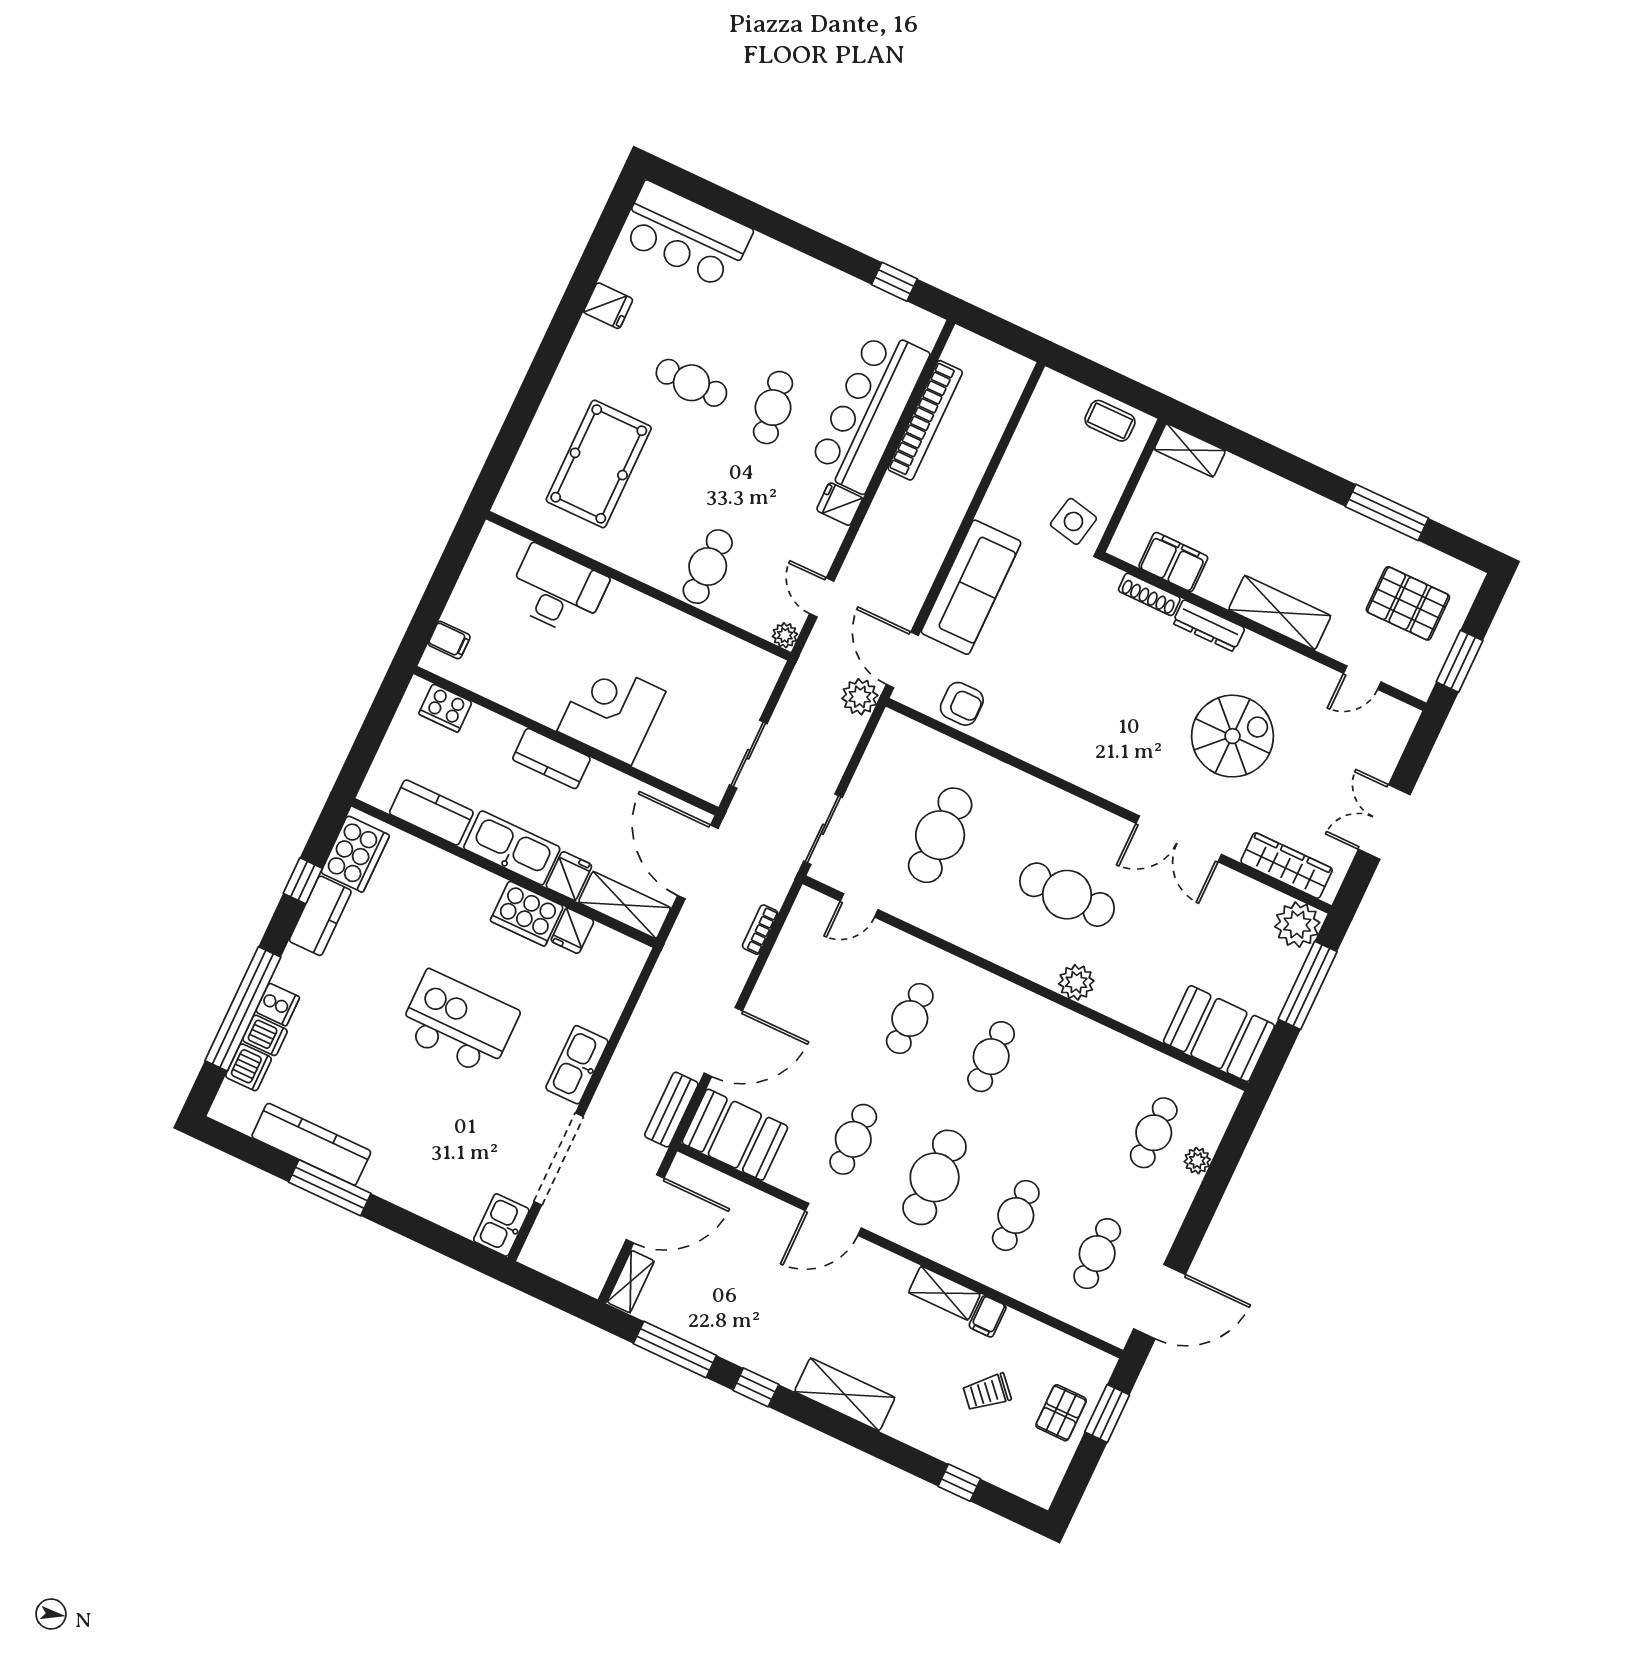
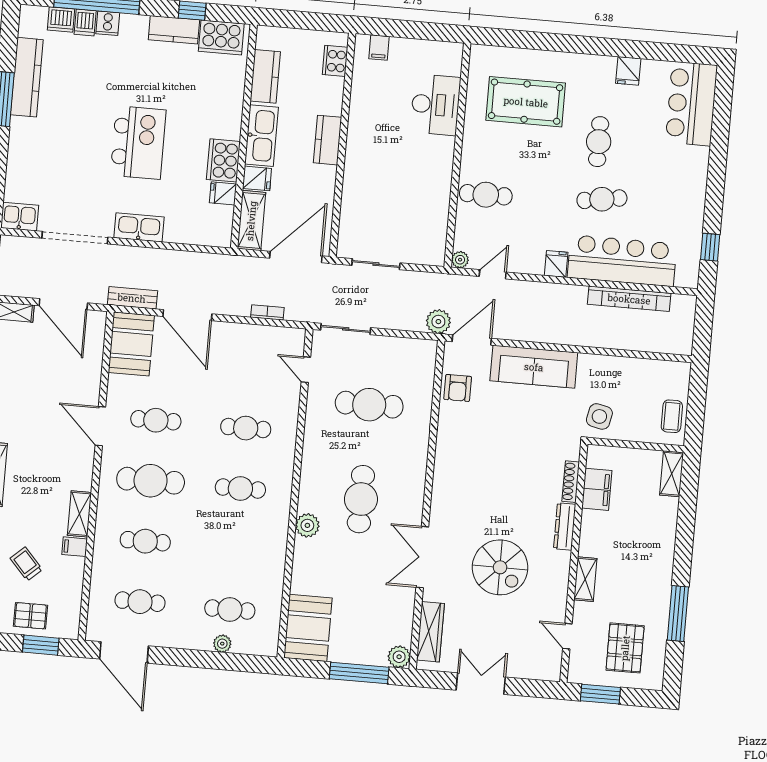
shelving: (1280, 613) -> (585, 579), width x0.67, depth x0.75
corner desk: (611, 711) -> (371, 167), removed
plant: (1297, 925) -> (399, 657), width x0.73, depth x0.73

